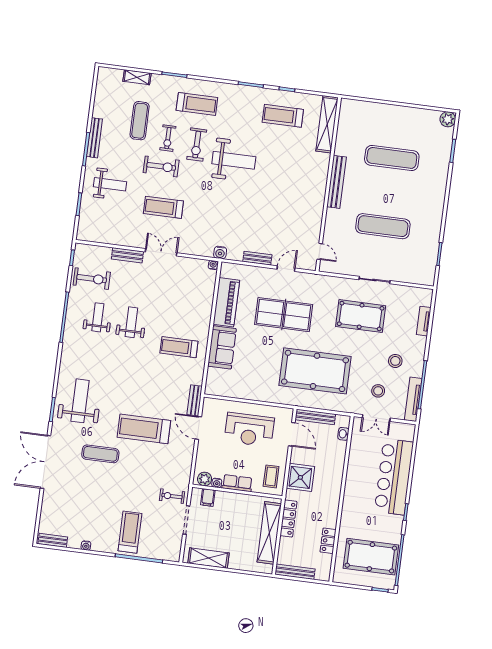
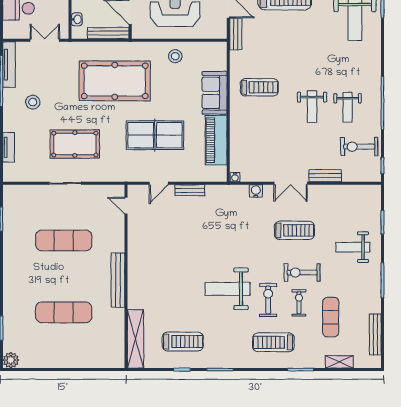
bench: (94, 138) -> (375, 334), moved
water cooler: (220, 253) -> (256, 191), moved
stool: (378, 391) -> (175, 56), moved

